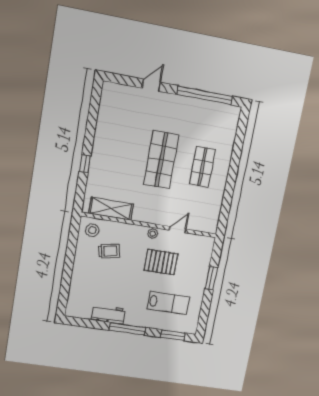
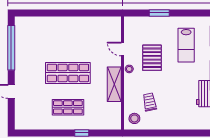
shop shelf: (202, 167) -> (68, 107), moved
shelving: (111, 209) -> (114, 84), moved
lab bench: (168, 303) -> (186, 45), turned 180

